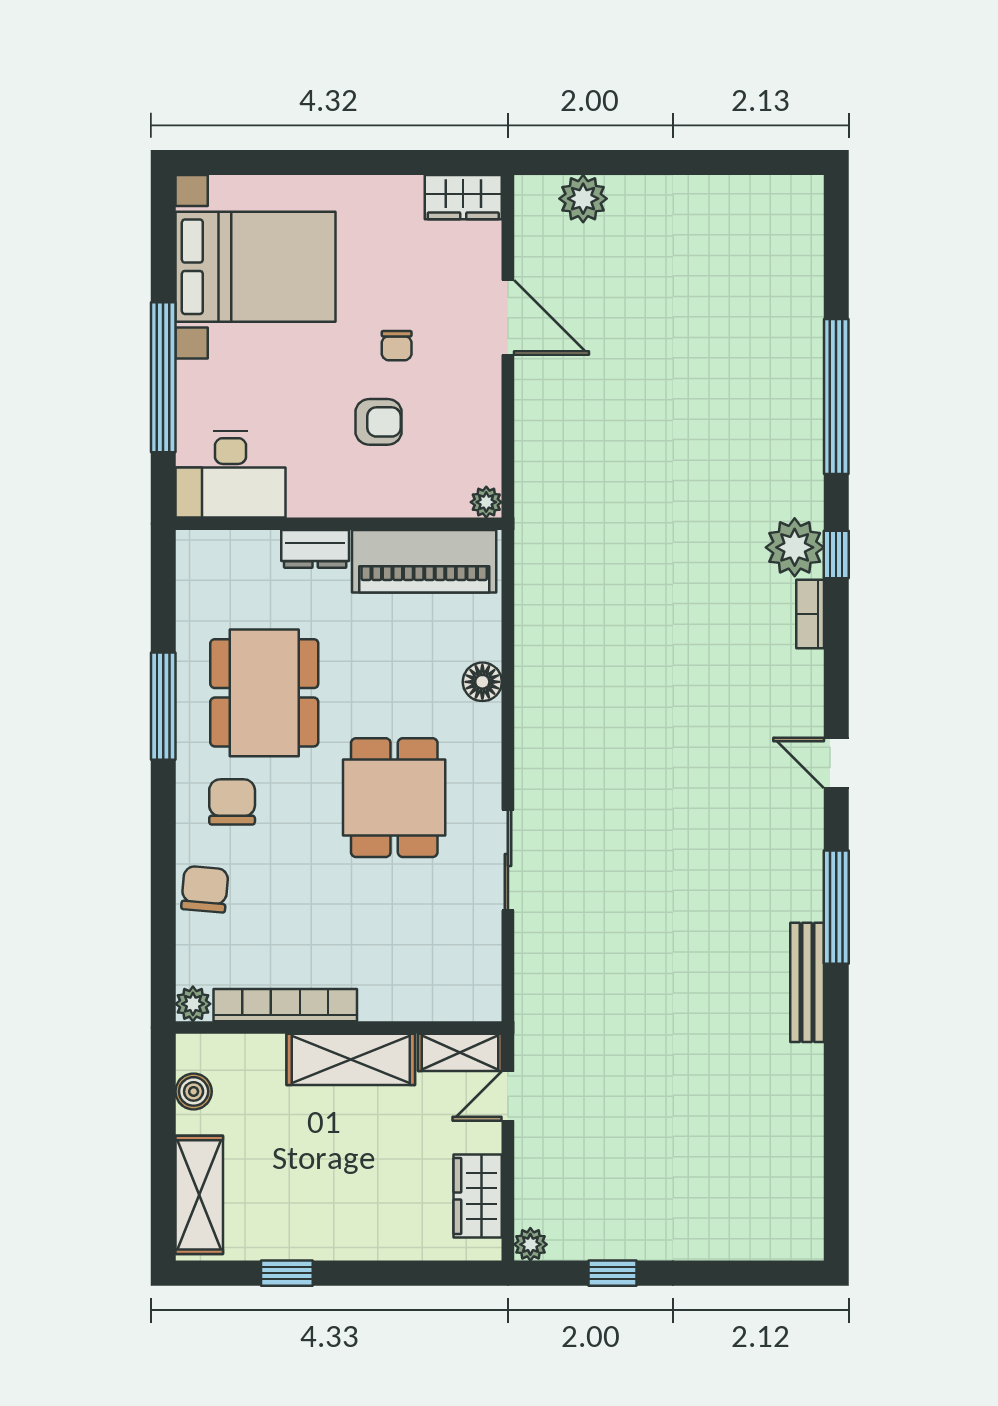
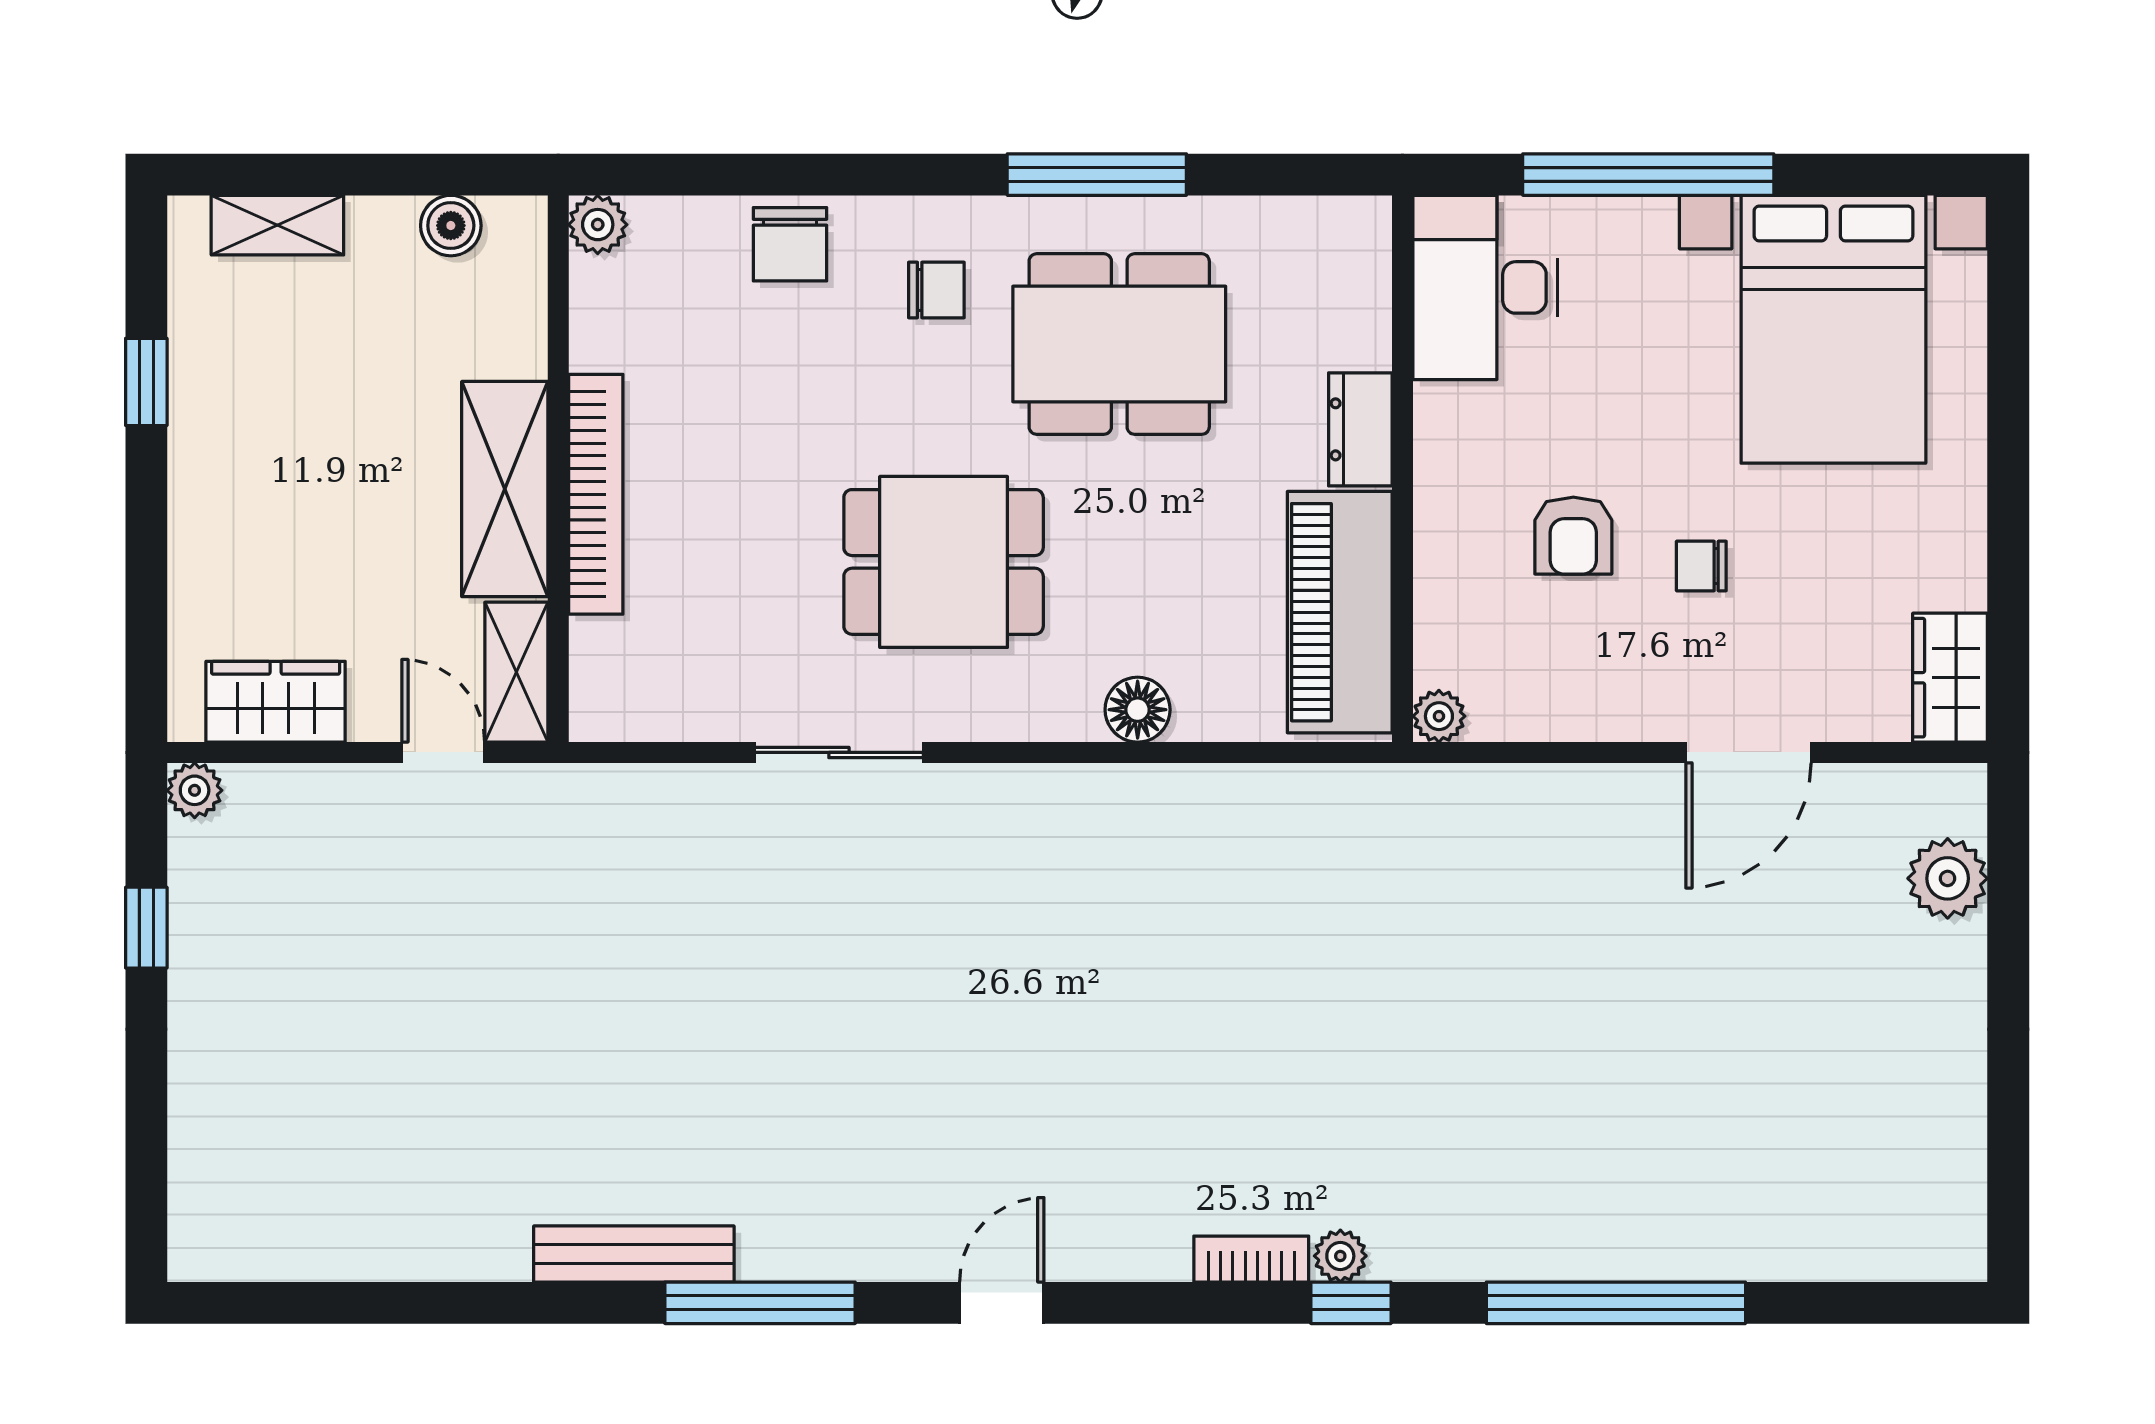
plant: (795, 547) -> (1340, 1256), width x0.53, depth x0.53
chair: (232, 802) -> (936, 290), width x0.73, depth x0.73
chair: (205, 889) -> (790, 244), turned 85
bookcase: (285, 1005) -> (596, 494), moved
shelving: (199, 1195) -> (277, 225), width x0.67, depth x0.75

